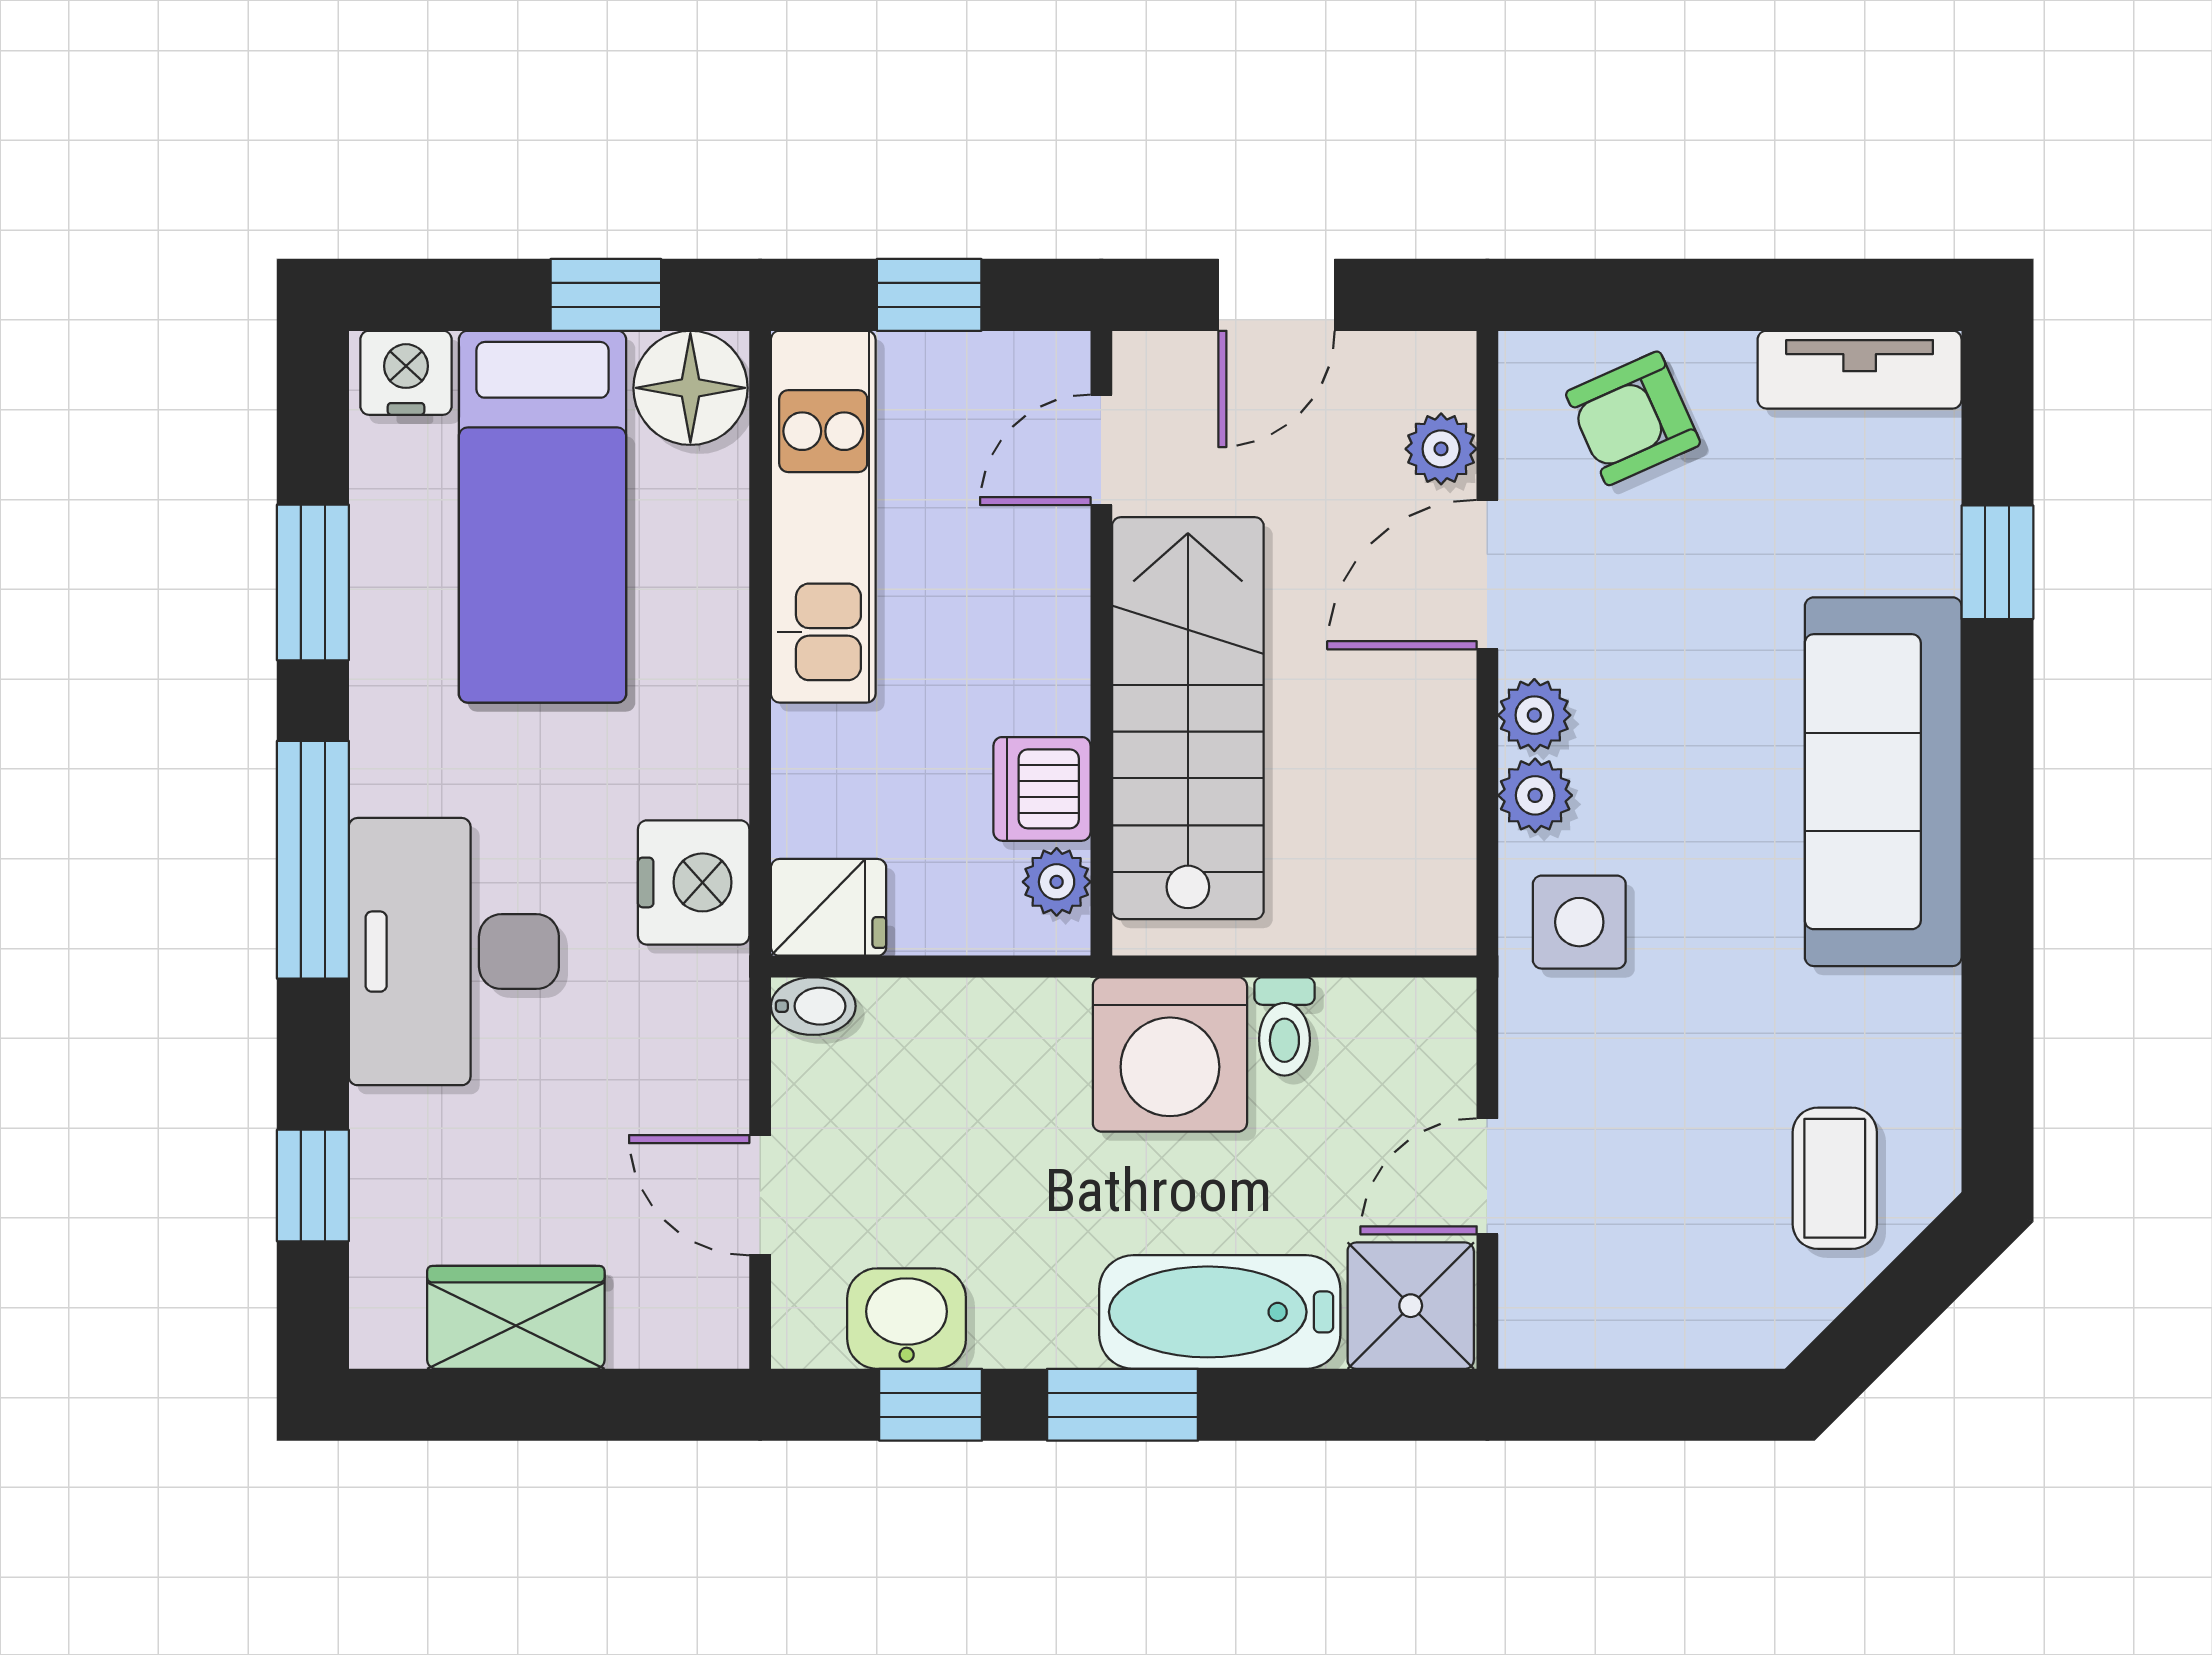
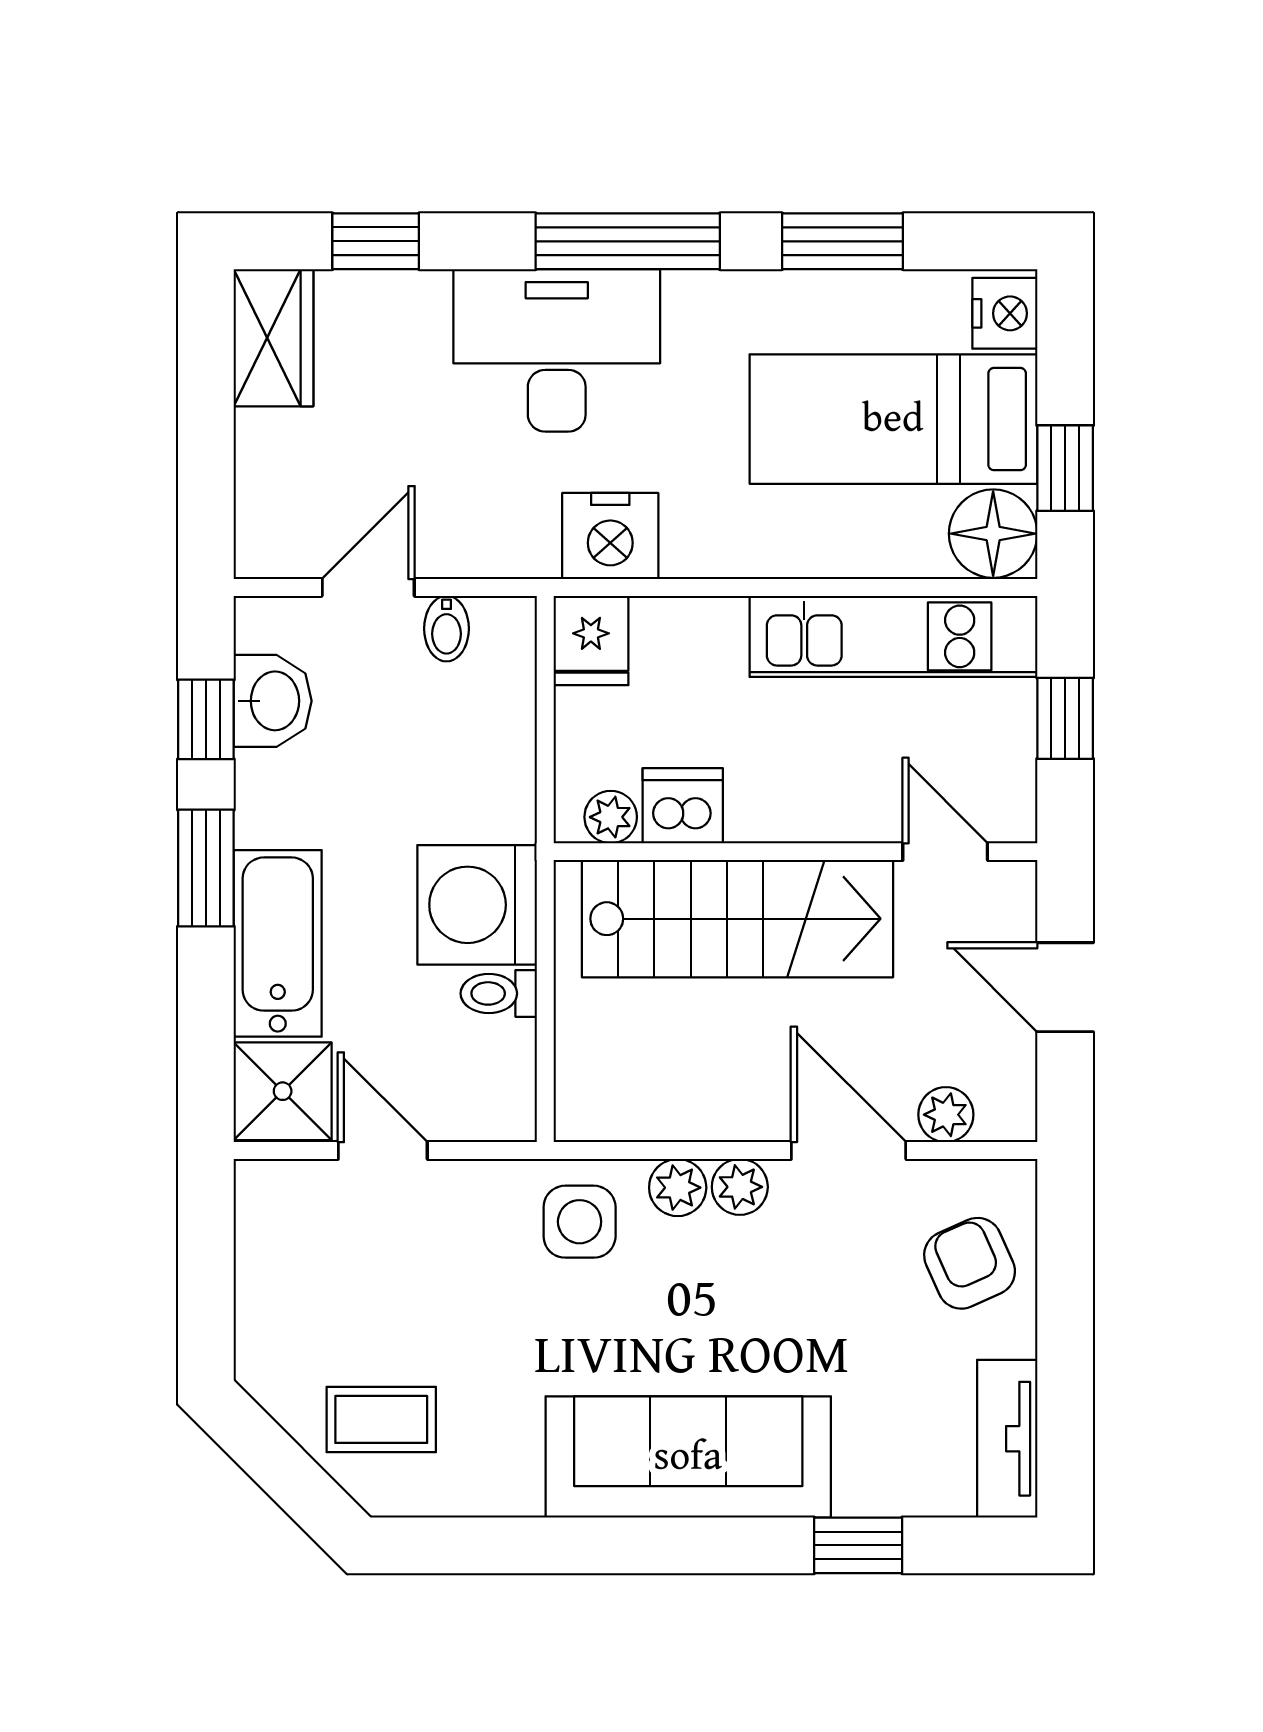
bidet: (813, 1006) -> (446, 629), moved
wardrobe: (516, 1317) -> (274, 338), moved

